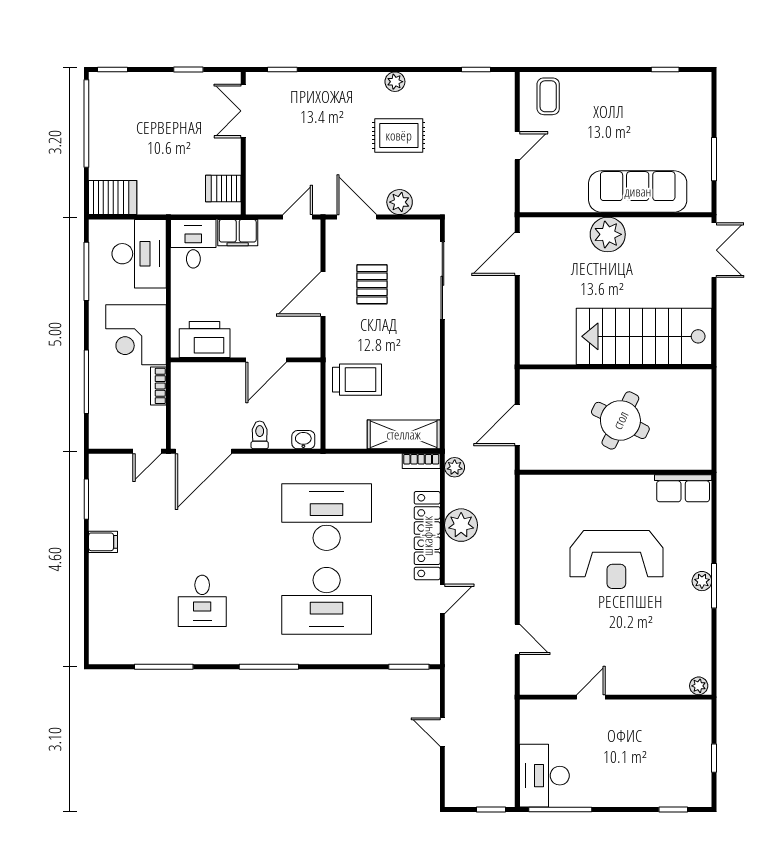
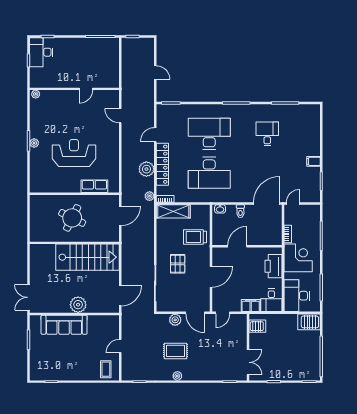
pallet: (372, 284) -> (178, 264), moved
stairs: (644, 336) -> (88, 257), moved
printer: (205, 339) -> (273, 266), moved, turned 90
row of seats: (683, 488) -> (94, 186), moved
desk: (544, 776) -> (41, 52), moved, turned 180

